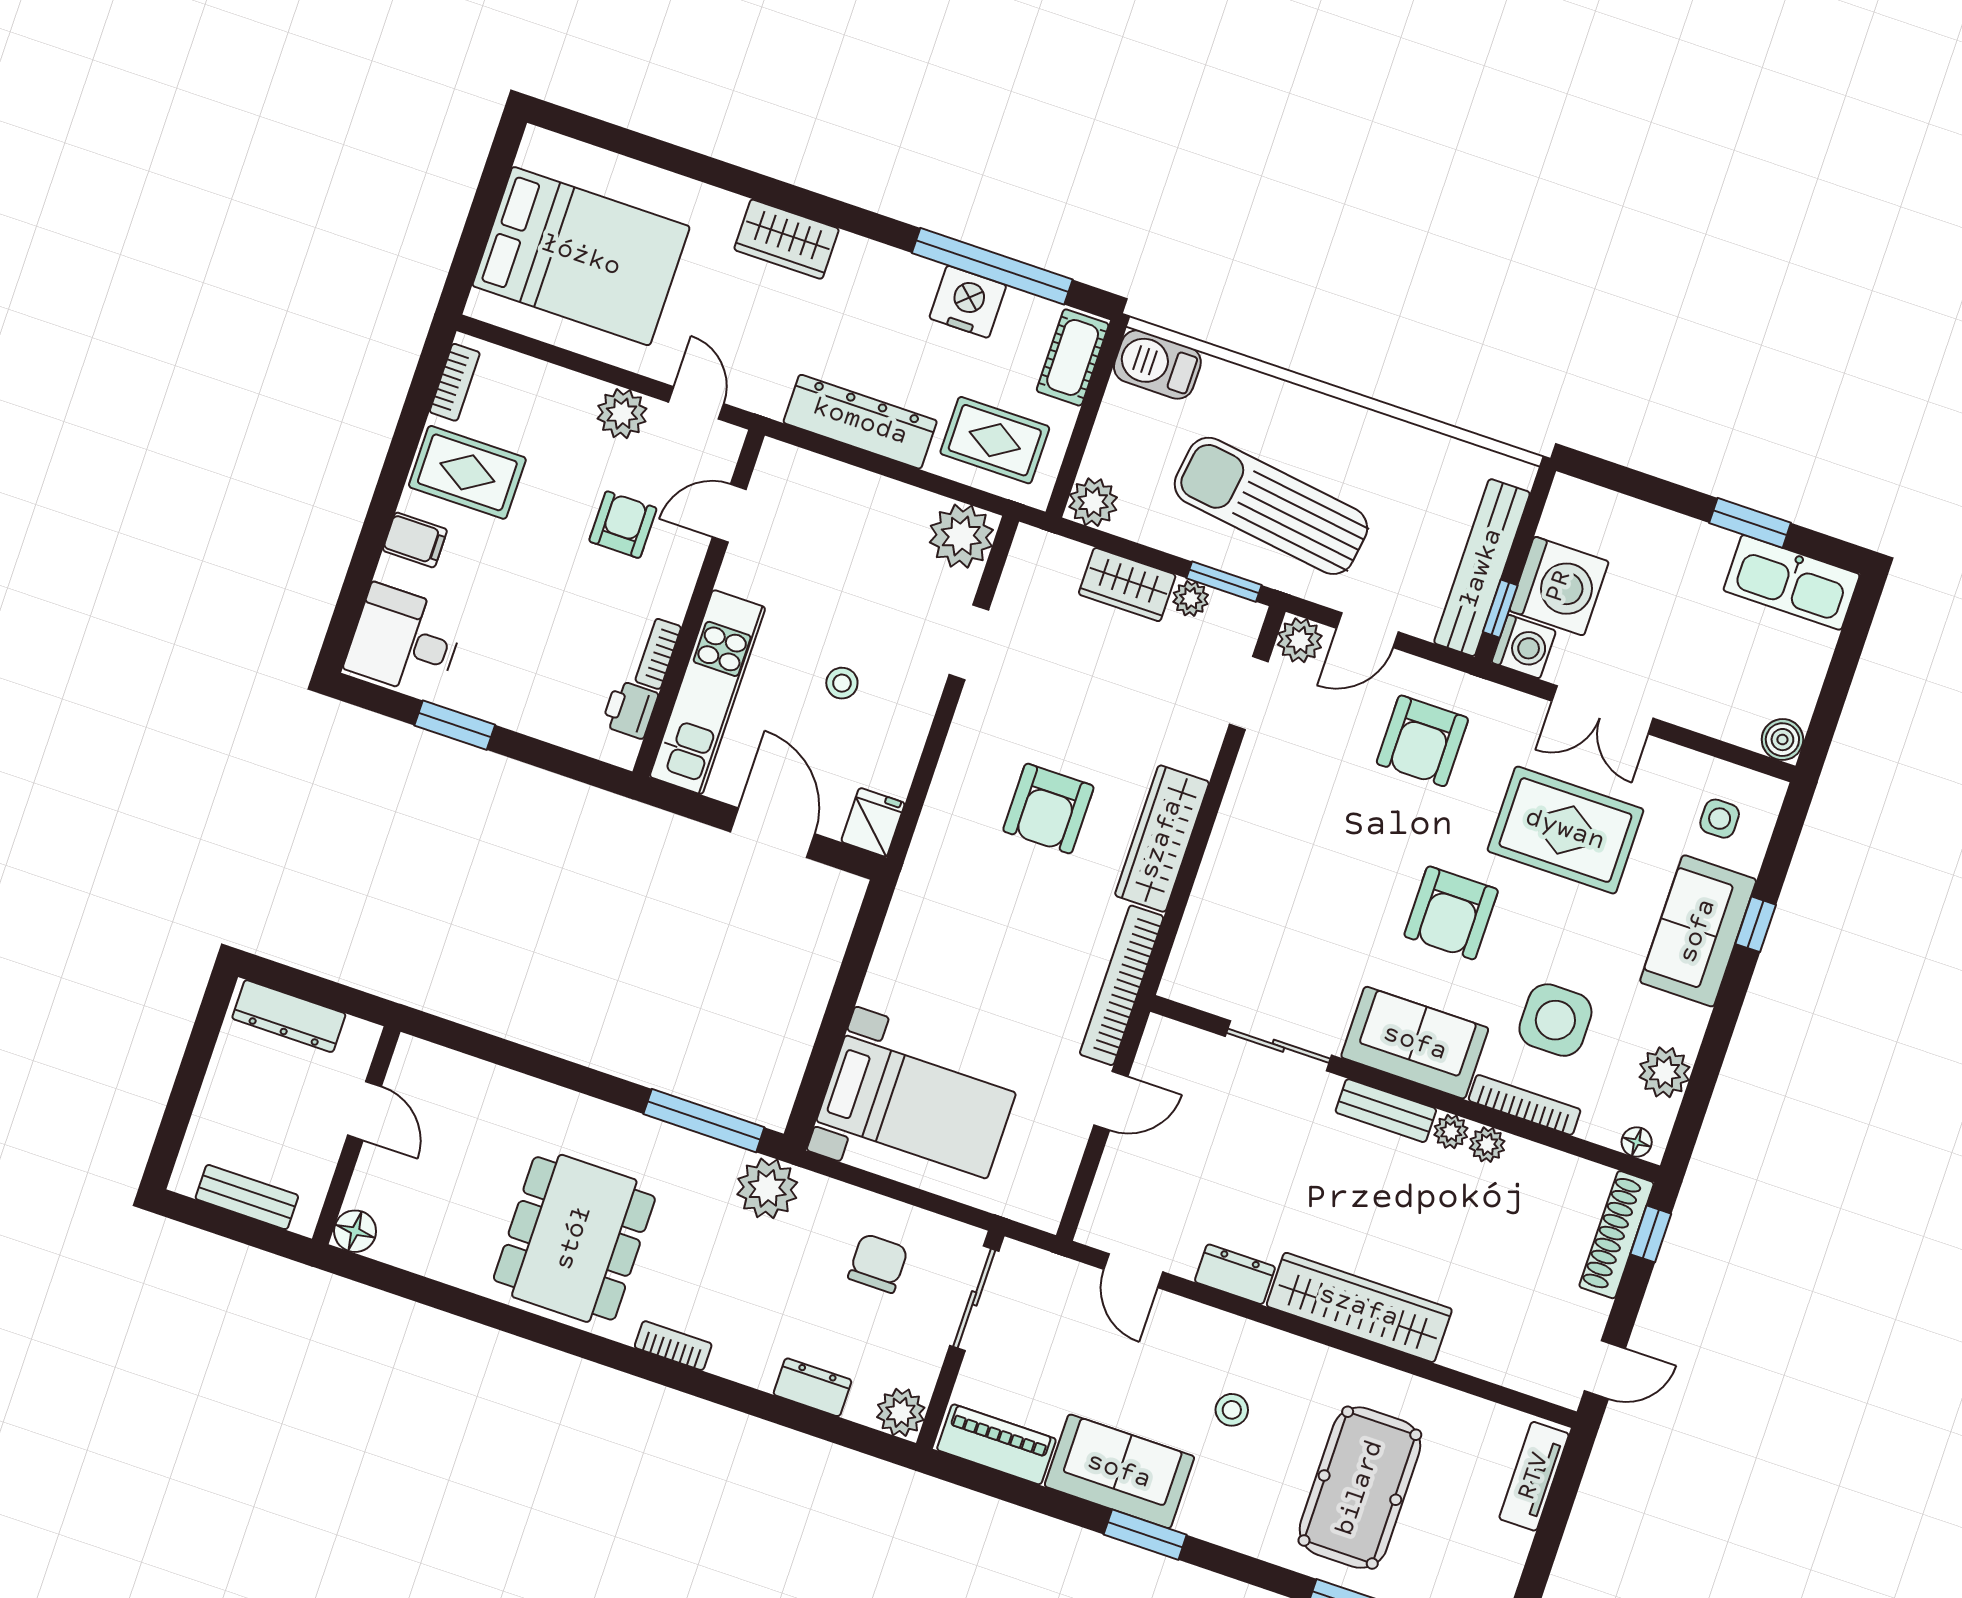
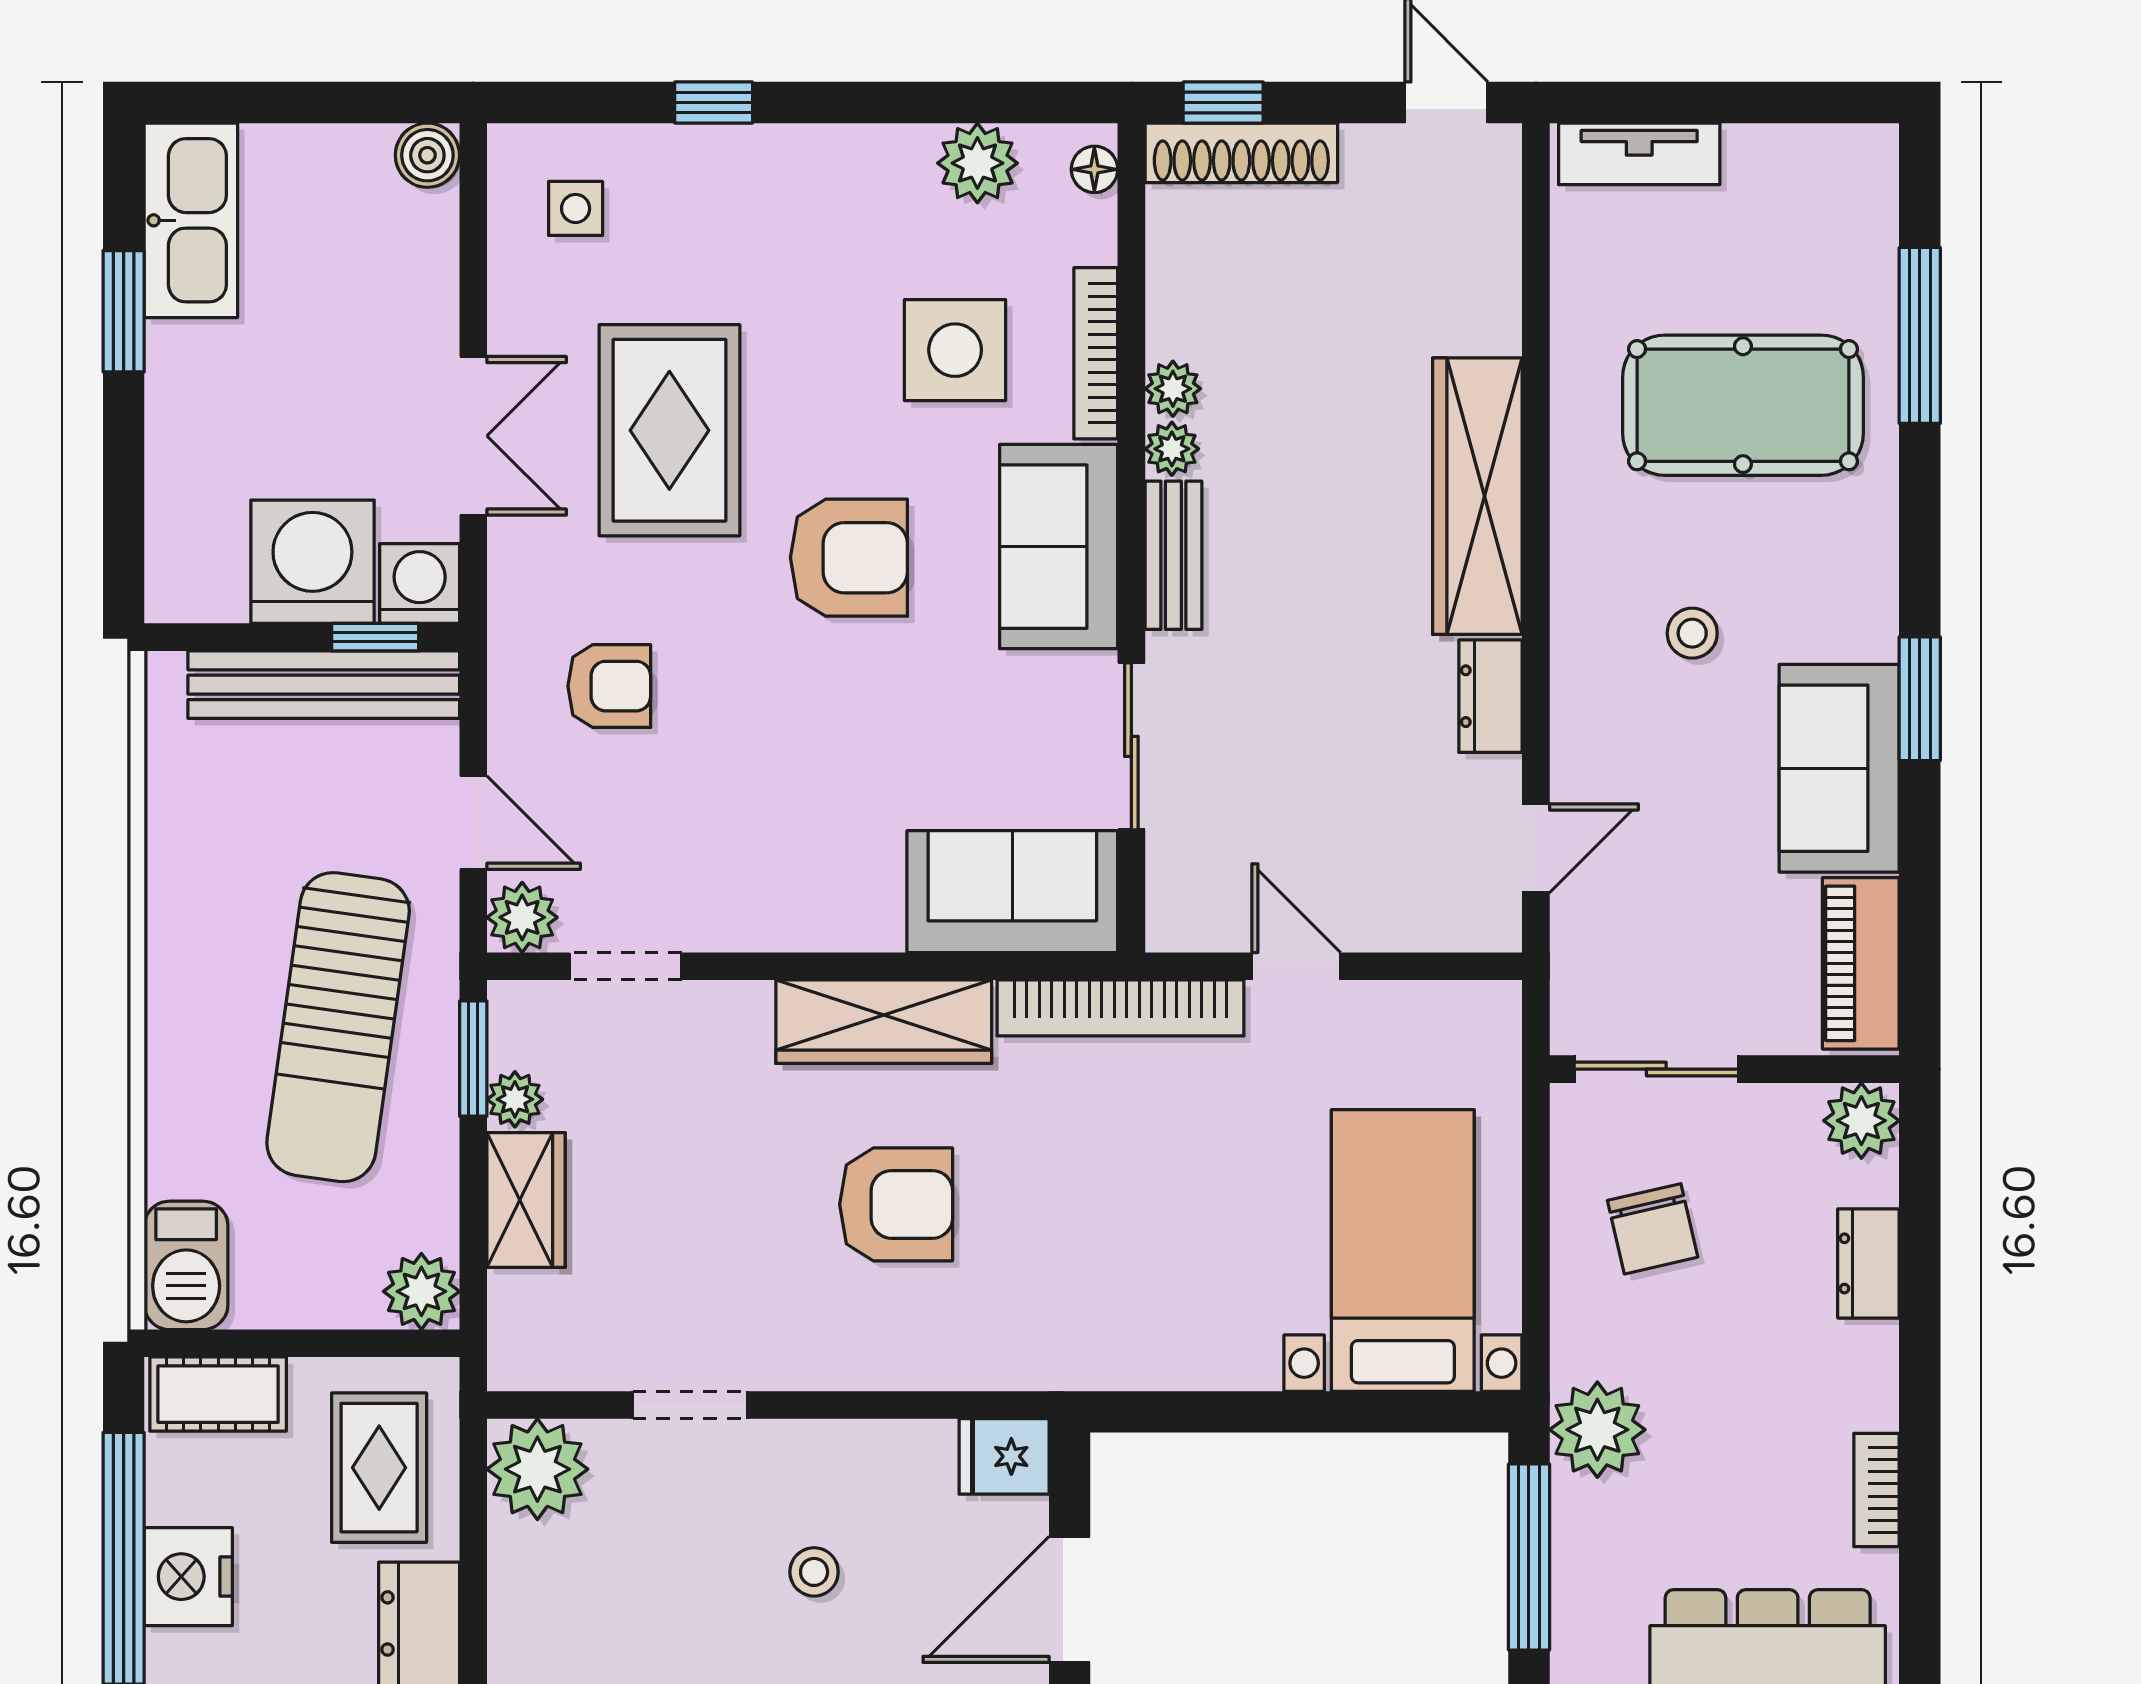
armchair: (1422, 741) -> (609, 686), width x0.72, depth x0.72
sofa: (1698, 931) -> (1012, 892), moved, turned 180
chair: (878, 1263) -> (1653, 1229), turned -103

